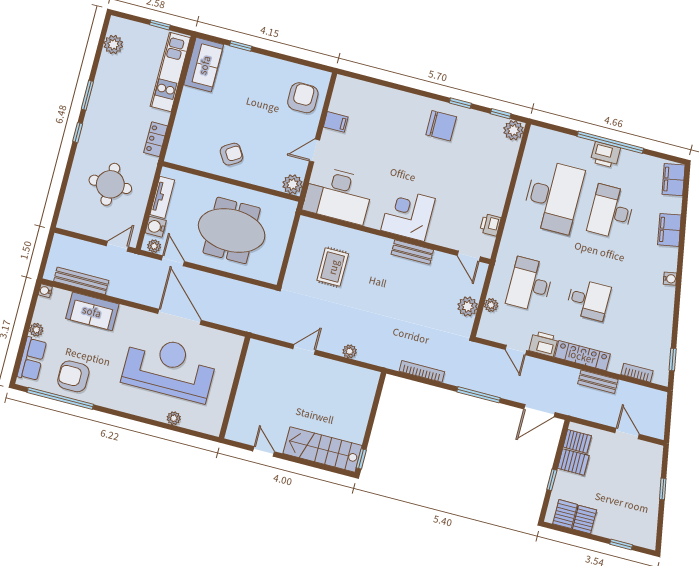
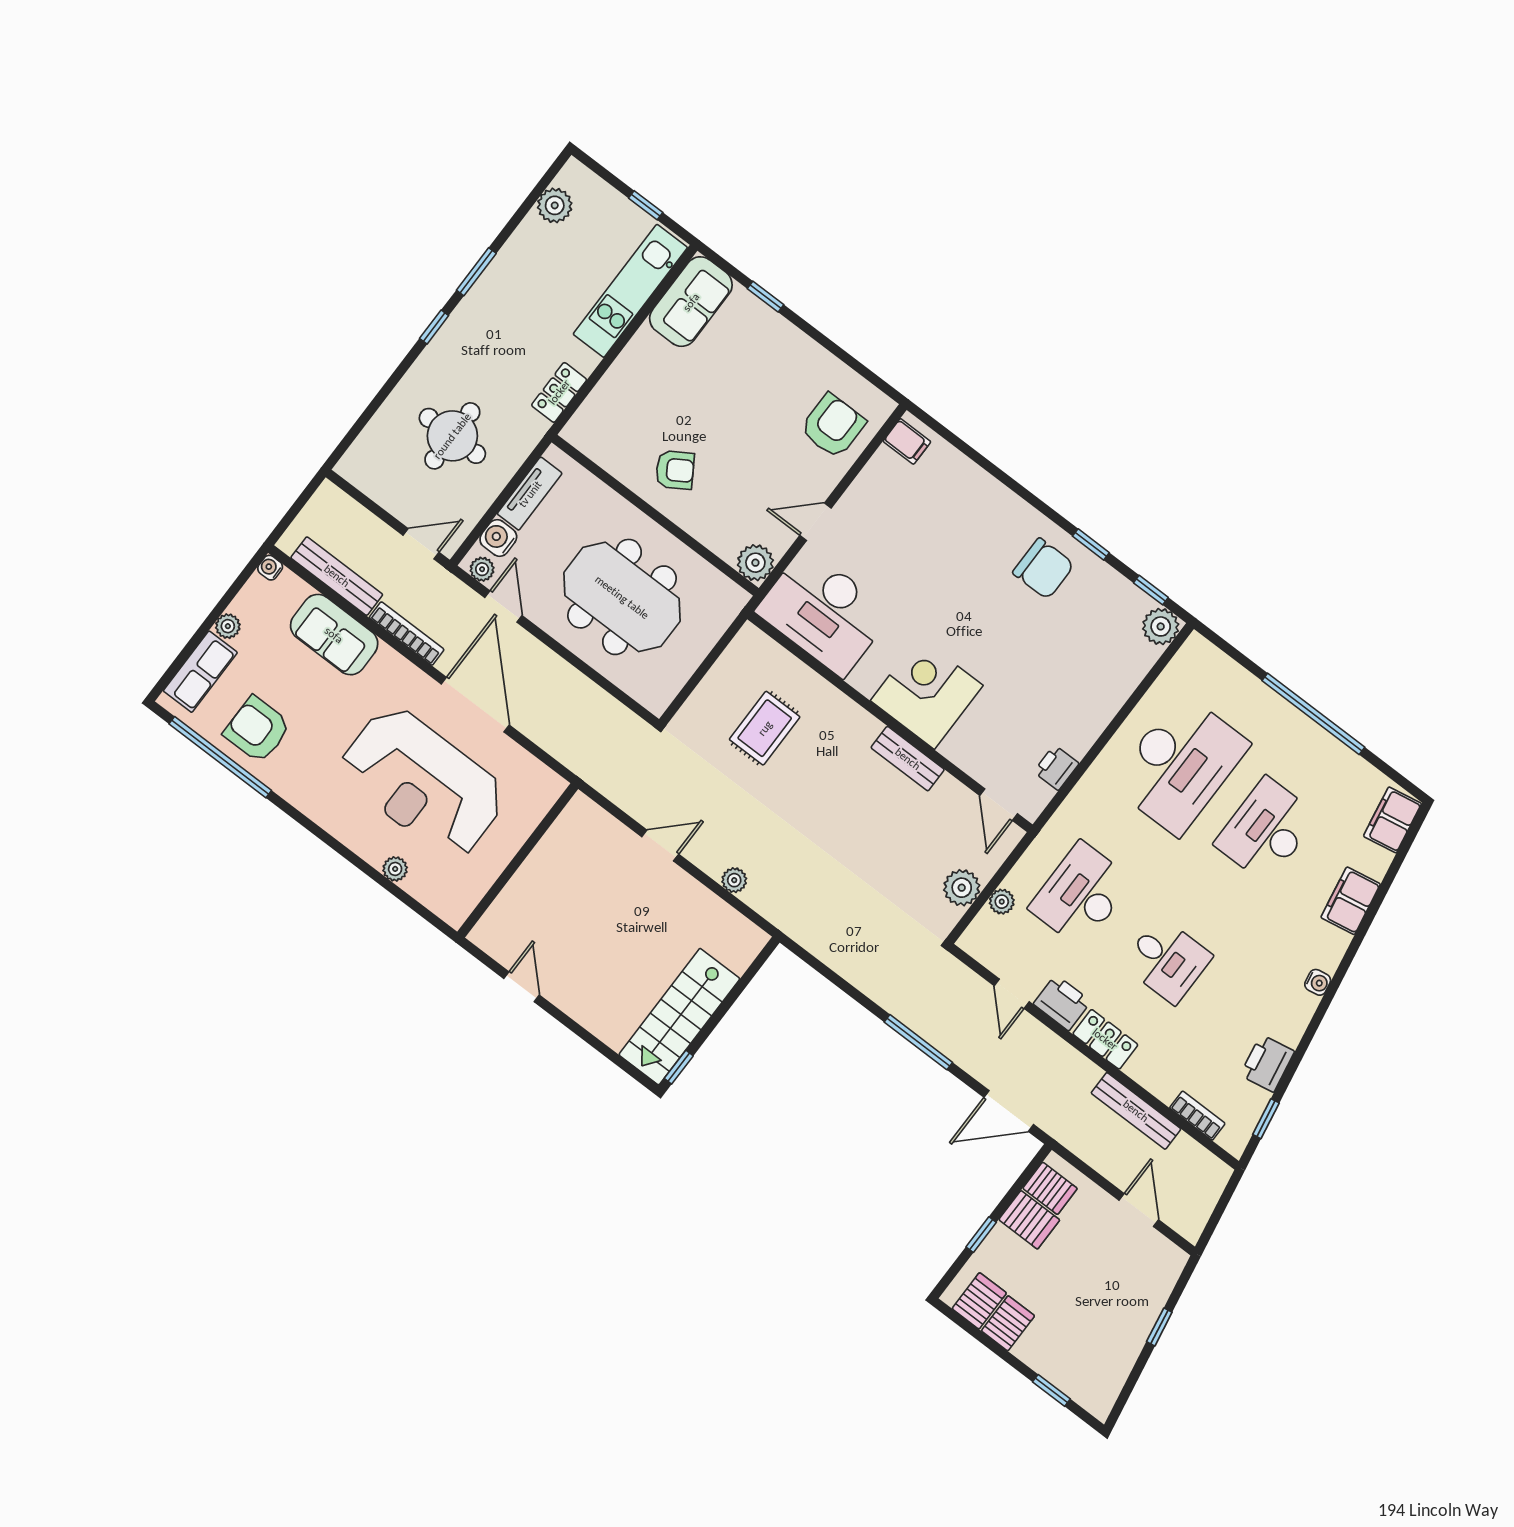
filing cabinet: (336, 122) -> (907, 441), moved
printer: (605, 155) -> (1267, 1063), moved, turned 80
locker: (582, 356) -> (1105, 1039), width x0.66
reception desk: (169, 368) -> (423, 783), turned 180
bookcase: (422, 371) -> (407, 634), moved
bench: (598, 382) -> (1136, 1111), width x1.36
stairs: (322, 449) -> (679, 1017), moved, turned -90

